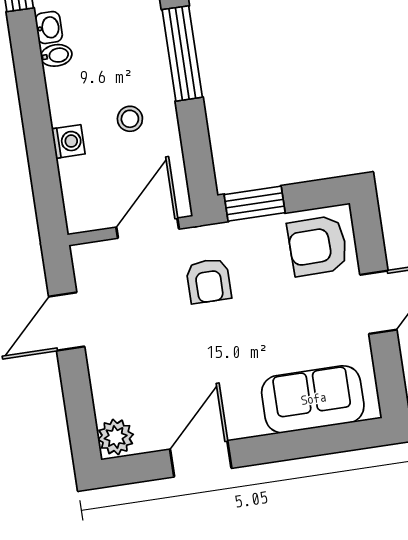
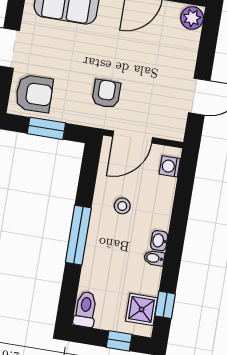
washbasin: (49, 28) -> (159, 241), moved
washing machine: (68, 141) -> (170, 166), moved
window: (255, 204) -> (46, 128), moved

